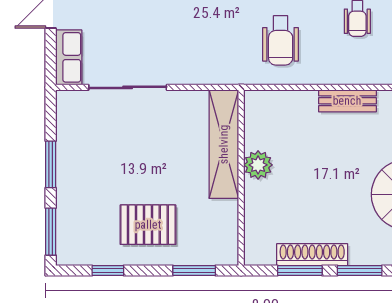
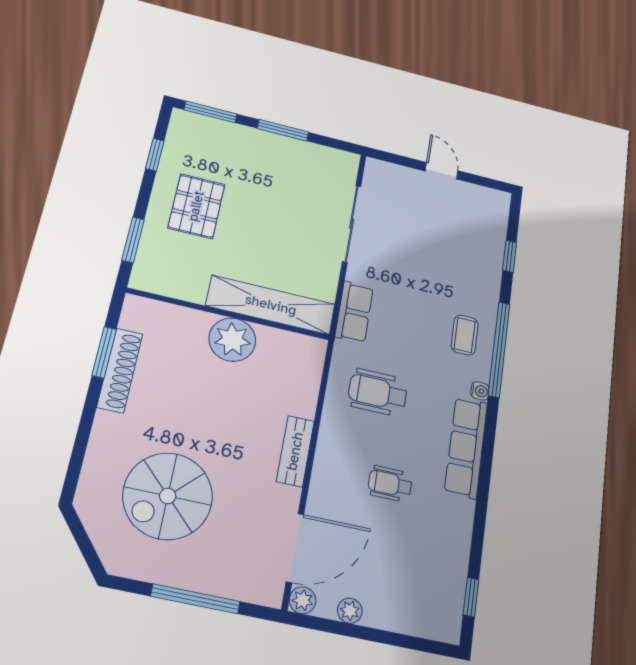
row of seats: (69, 57) -> (354, 312), moved, turned -90
plant: (258, 165) -> (232, 340), width x1.36, depth x1.36
window: (360, 270) -> (87, 420), removed

